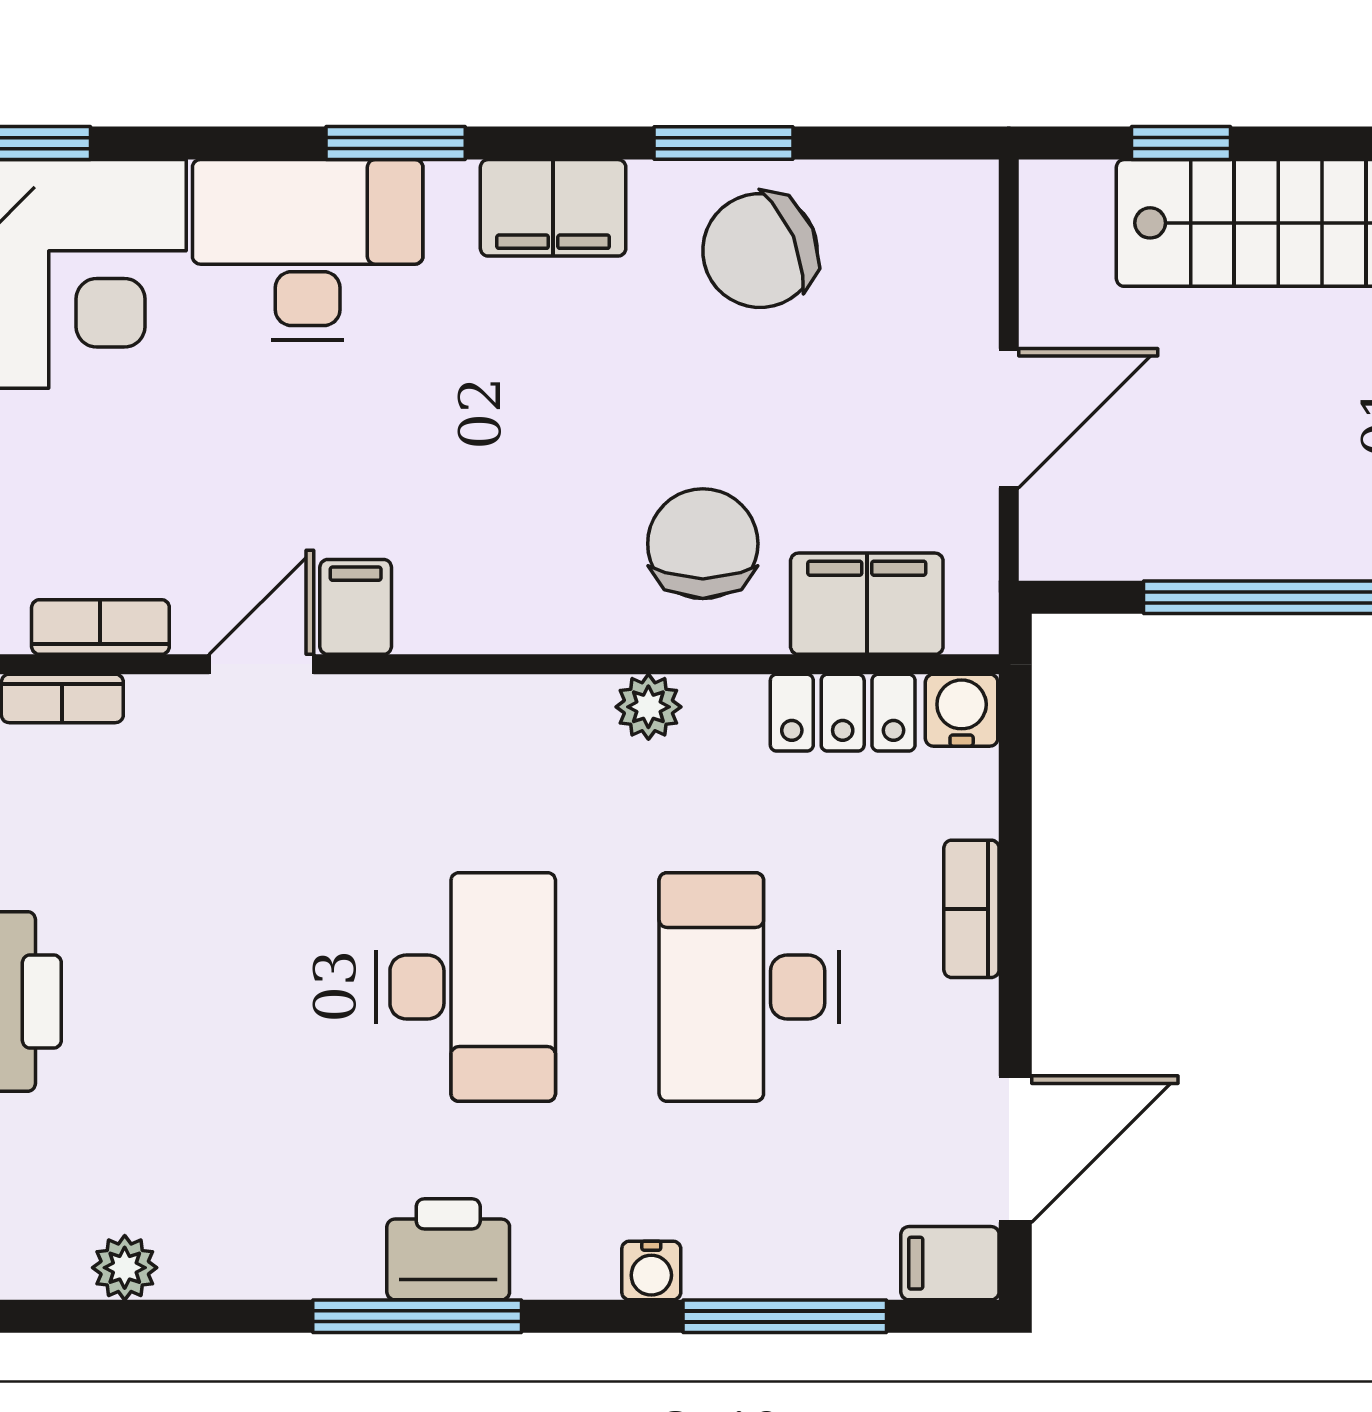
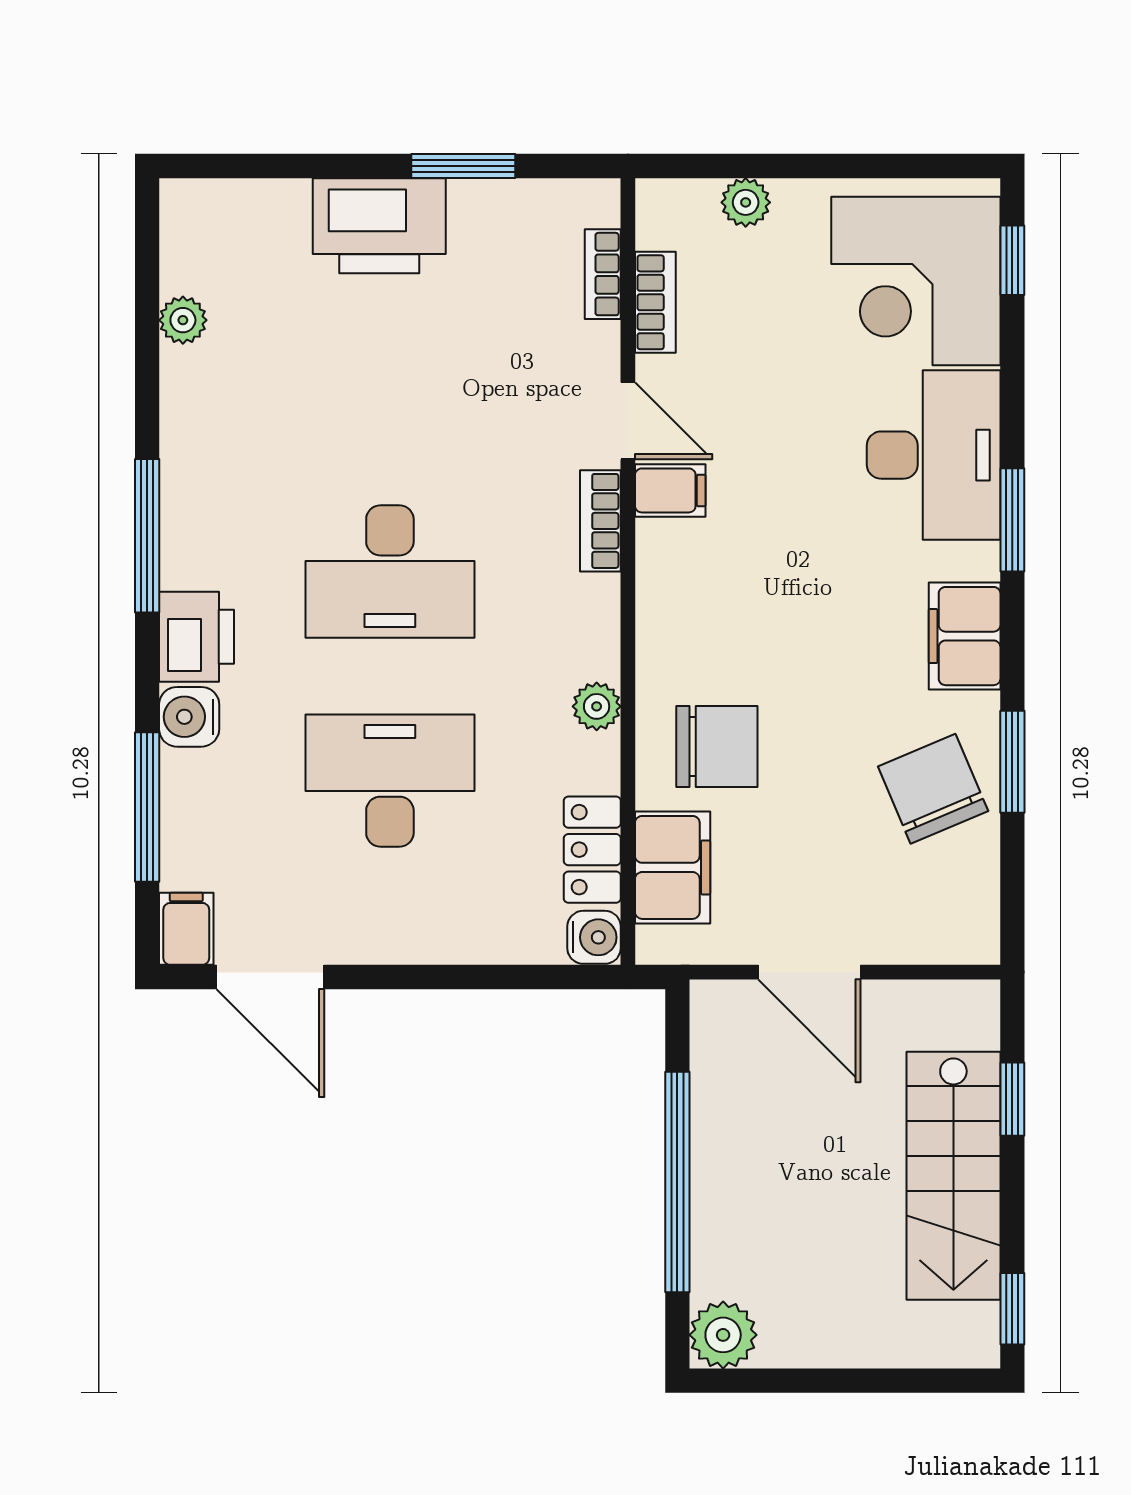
bookcase: (971, 909) -> (600, 521), moved, turned -90
printer: (448, 1249) -> (196, 637), moved
water cooler: (651, 1270) -> (189, 717), width x1.38, depth x1.38

